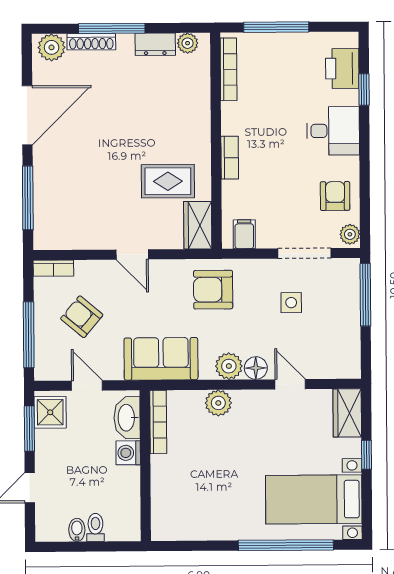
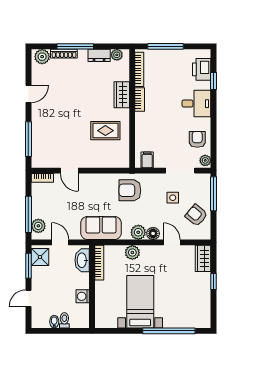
door: (27, 115) -> (28, 94), width x0.53
bookcase: (230, 158) -> (140, 100), moved
wardrobe: (198, 225) -> (122, 95), moved
door: (132, 255) -> (69, 171), moved
armchair: (82, 317) -> (196, 215), moved
plant: (47, 356) -> (38, 226), added
washing machine: (128, 453) -> (83, 296), moved
bed with nightstands: (314, 499) -> (140, 302), moved, turned 90

